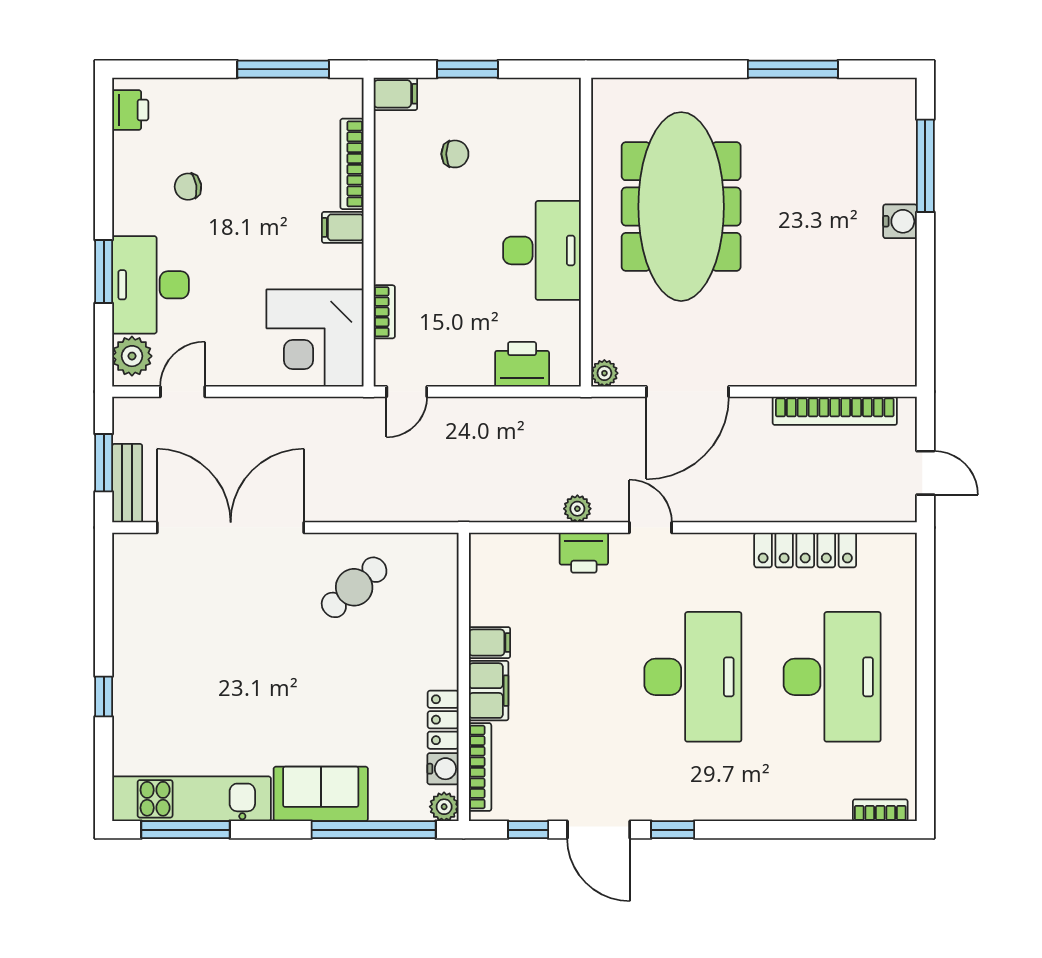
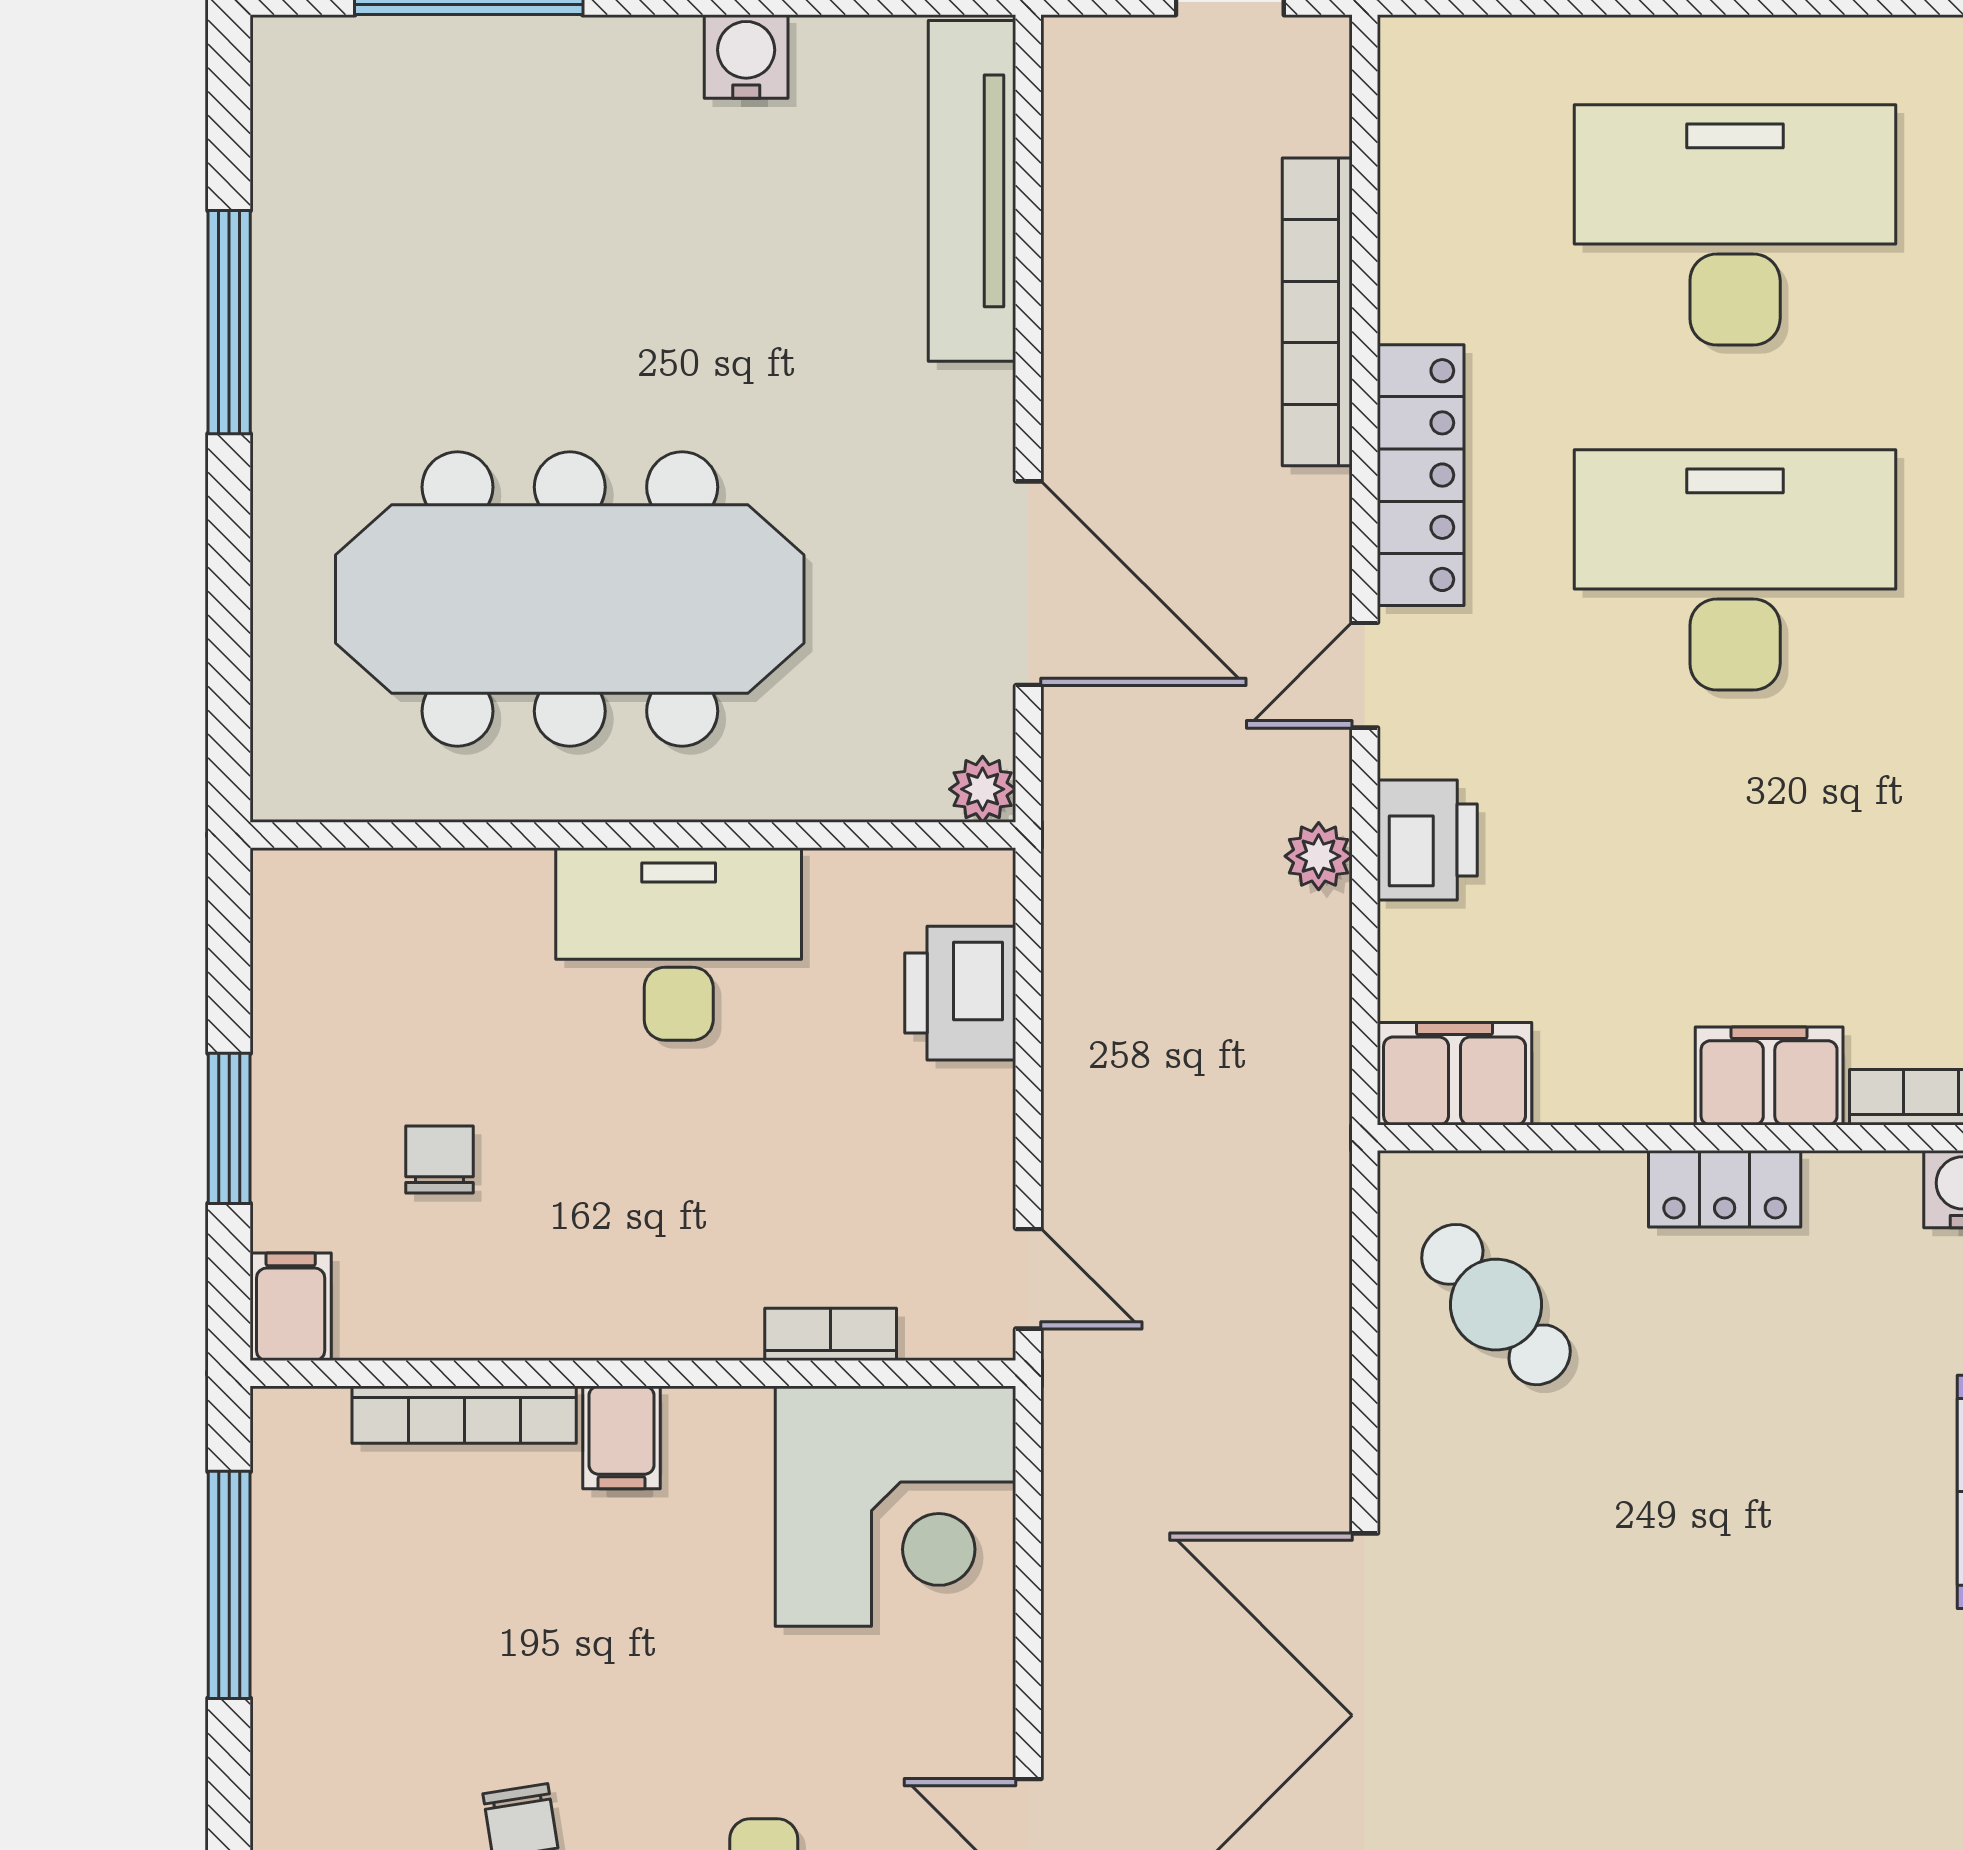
water cooler: (900, 221) -> (746, 57), moved
tv unit: (846, 369) -> (972, 191), added
bookcase: (835, 411) -> (1317, 312), moved, turned 180
locker: (805, 550) -> (1421, 475), moved
cafe table: (354, 587) -> (1496, 1305), moved
filing cabinet: (490, 643) -> (1455, 1074), moved, width x2.00
locker: (443, 720) -> (1725, 1189), moved

